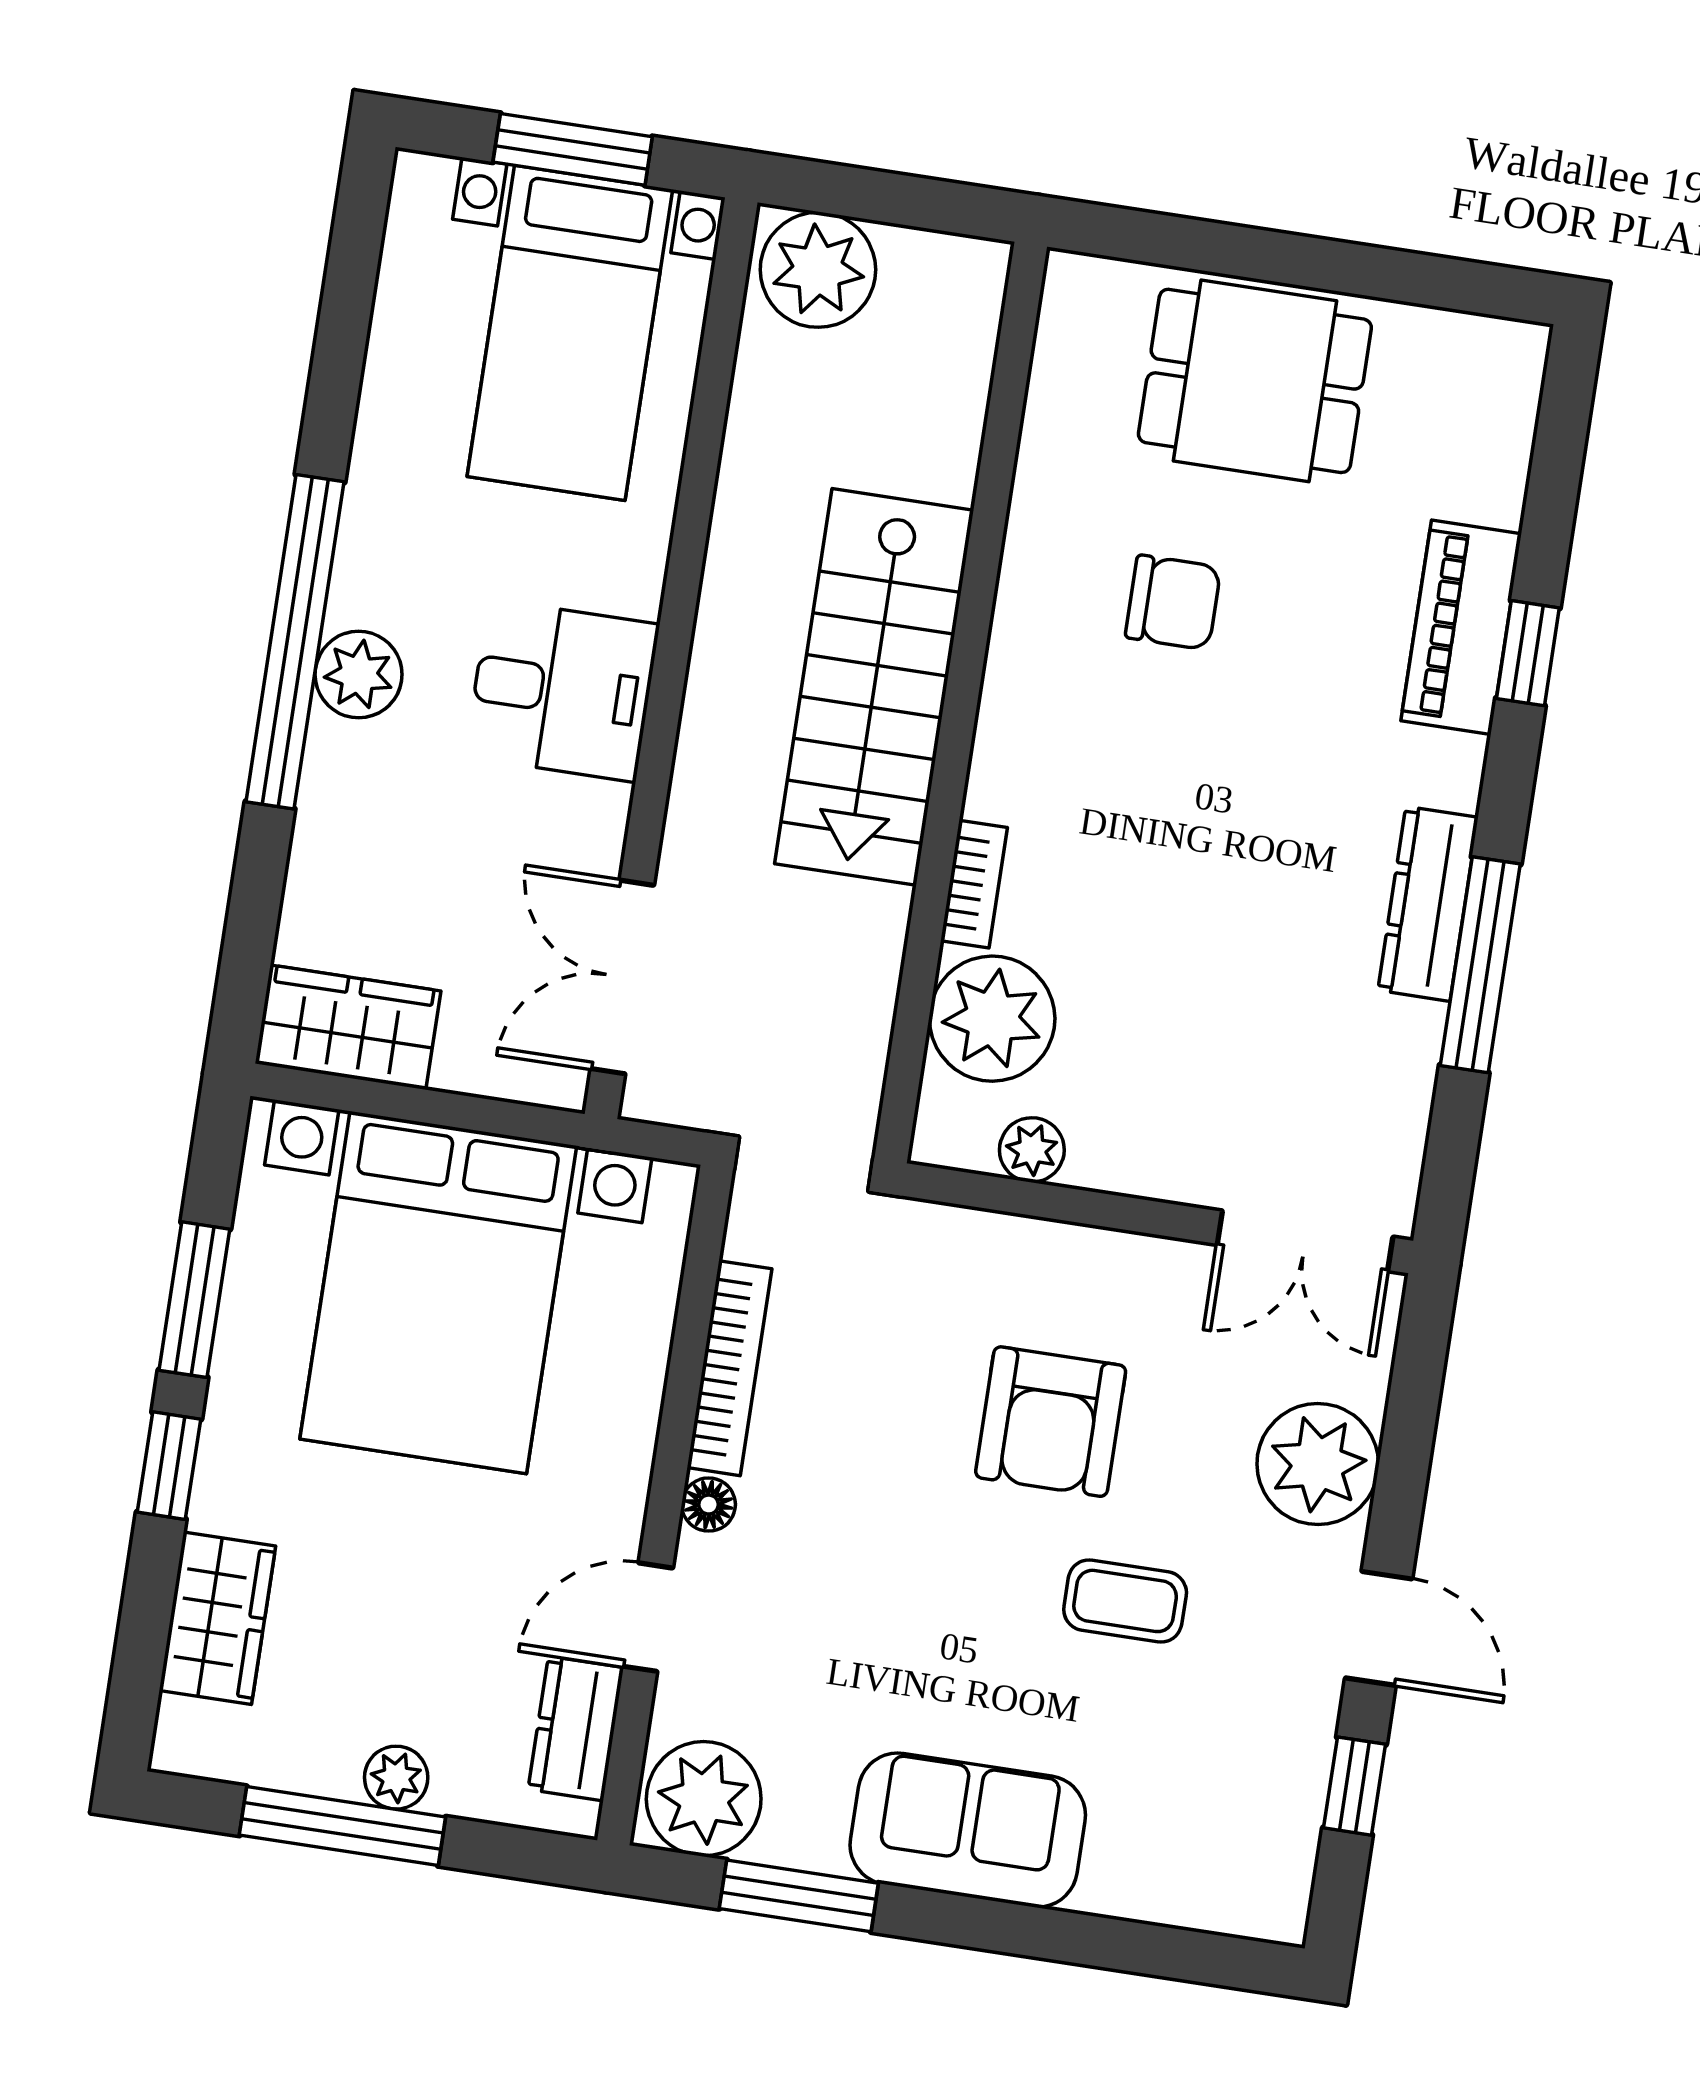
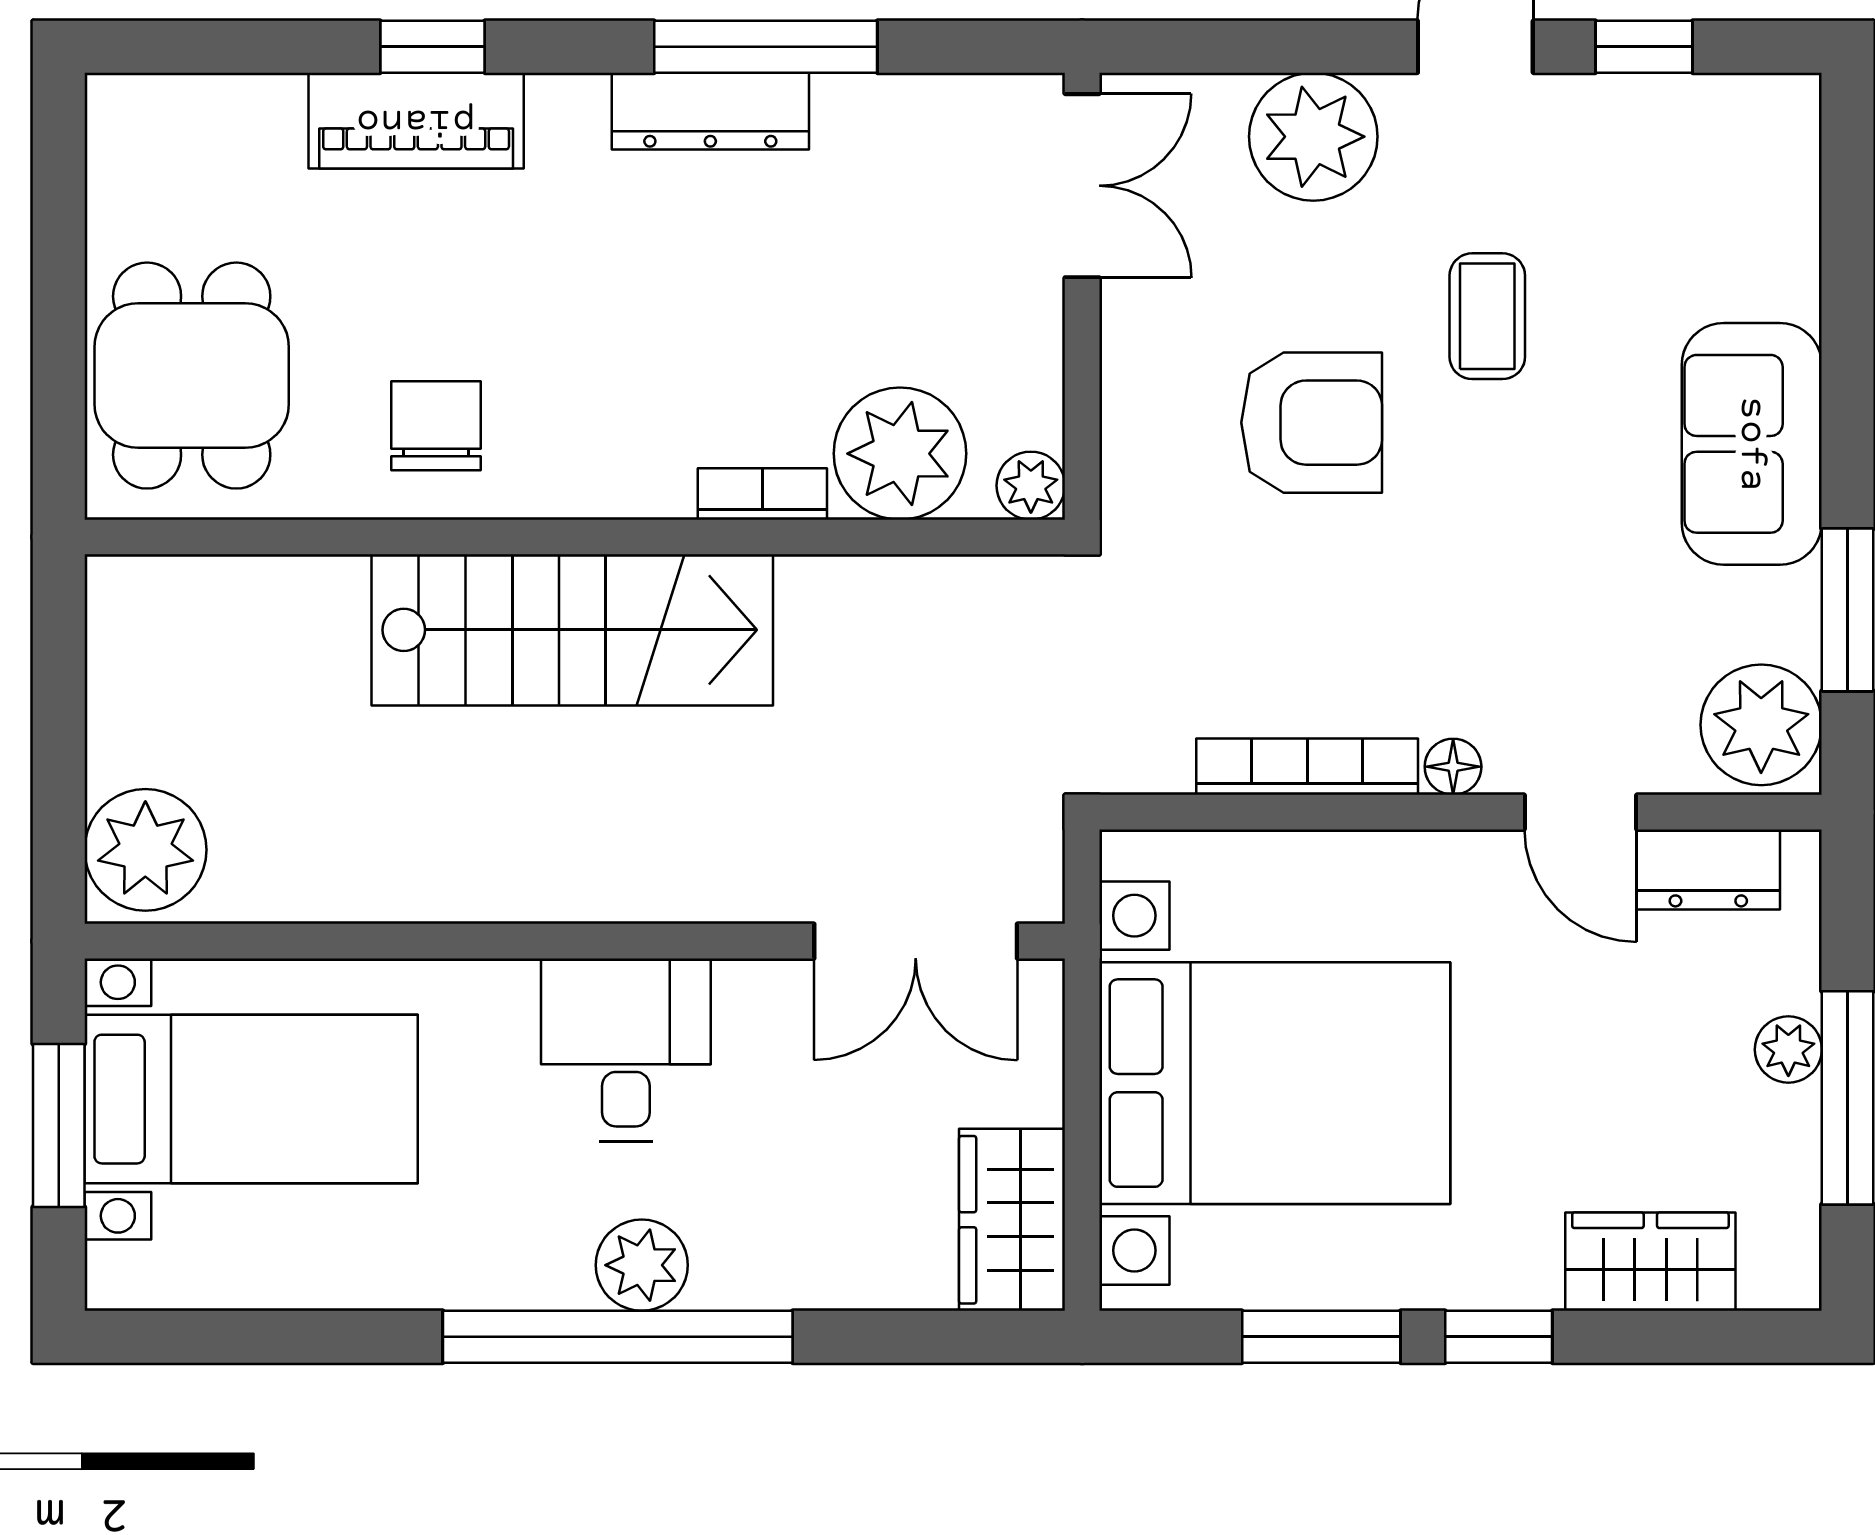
stairs: (874, 687) -> (572, 630), moved
wall: (961, 703) -> (575, 537), moved
bookcase: (974, 884) -> (762, 494), moved
plant: (992, 1019) -> (900, 454), moved

